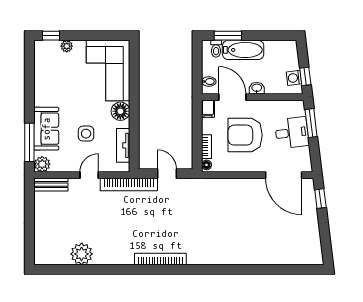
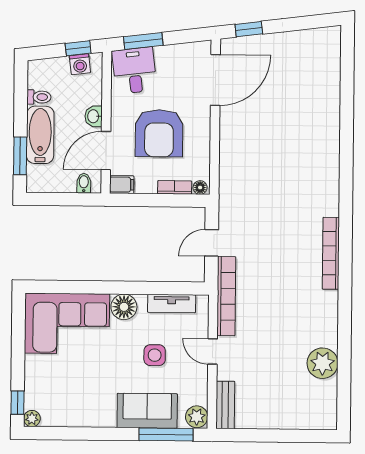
plant: (67, 46) -> (32, 419), moved
toilet: (216, 49) -> (39, 97), moved
desk: (292, 133) -> (134, 71), moved

